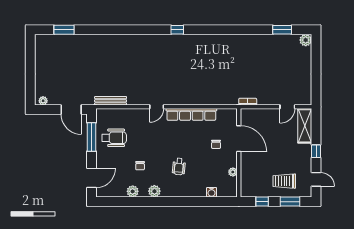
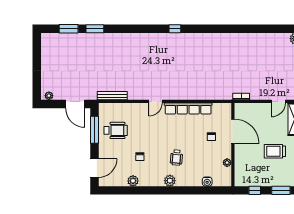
window: (282, 30) -> (95, 29), moved
trolley: (284, 181) -> (275, 151), moved
plant: (154, 191) -> (170, 181), moved

